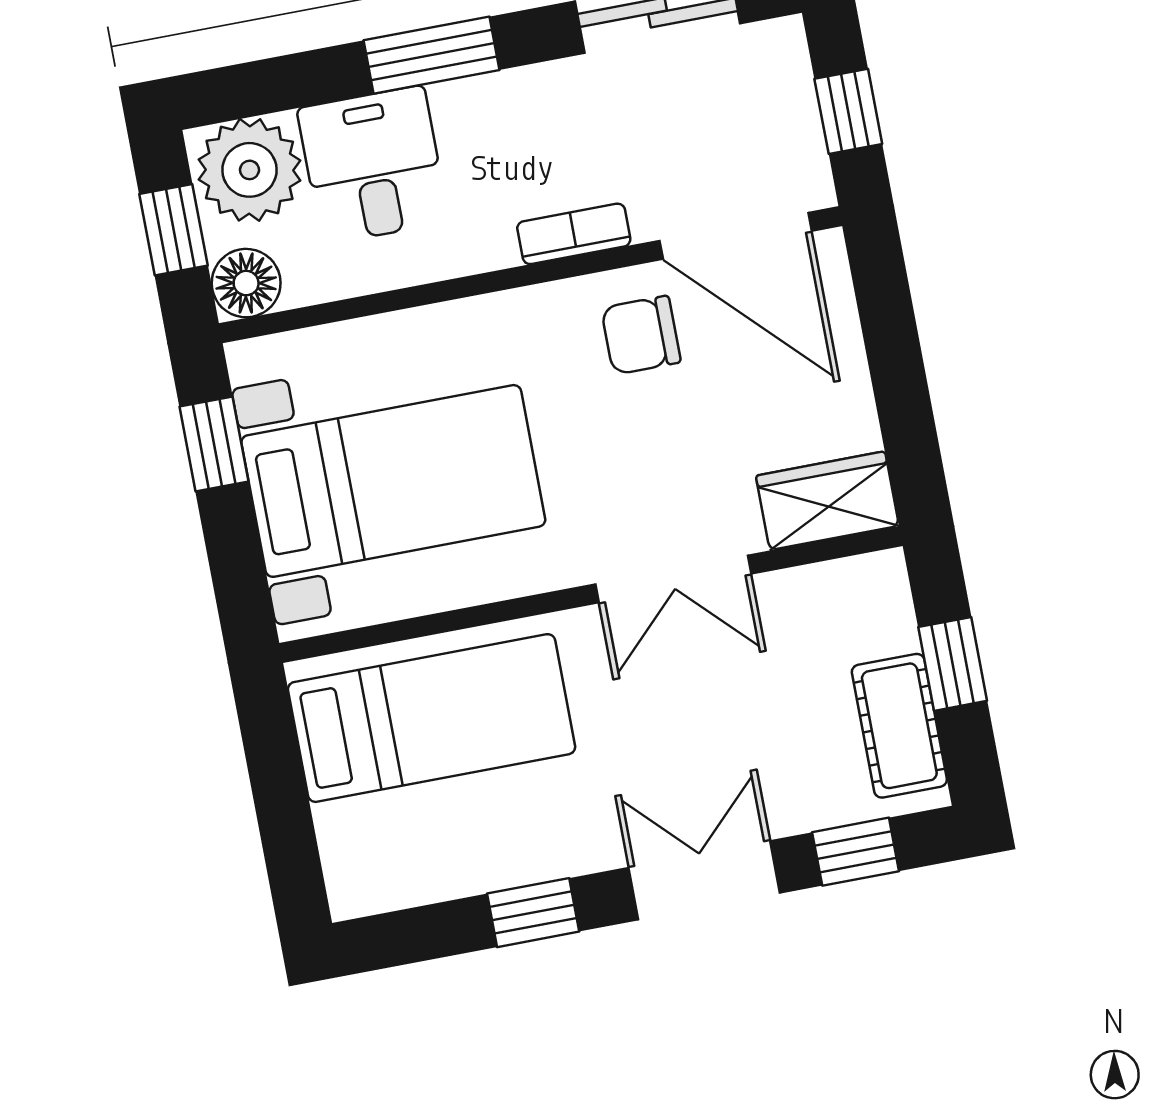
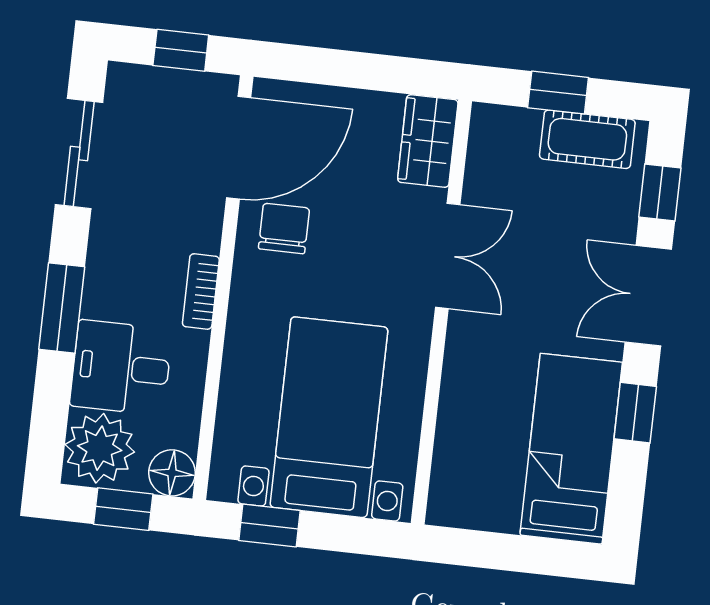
bookcase: (574, 234) -> (201, 292), moved
chair: (641, 335) -> (284, 228), turned 180
bed: (432, 718) -> (571, 449), moved

